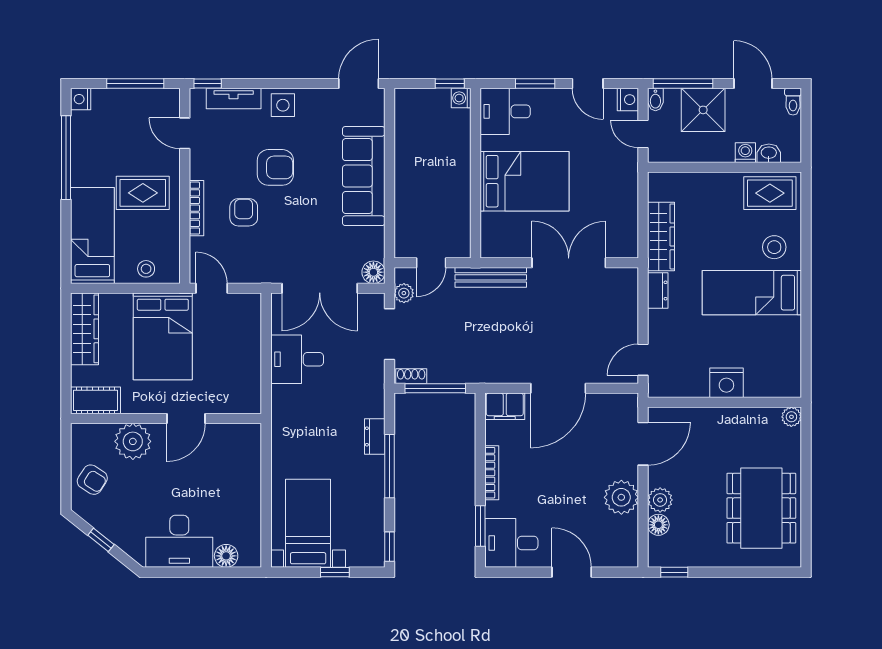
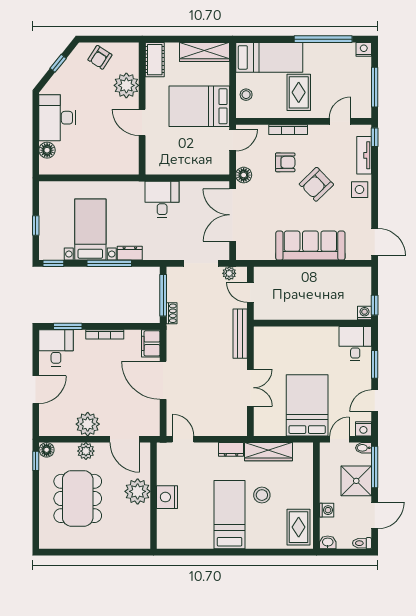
washbasin: (769, 153) -> (328, 542), moved, turned -90
armchair: (275, 167) -> (316, 184), turned 46
bed: (524, 181) -> (307, 405), moved, turned 180
stool: (774, 247) -> (262, 495), moved
double door: (569, 263) -> (250, 388), width x0.73
floor lamp: (373, 272) -> (244, 175), moved
desk: (297, 359) -> (162, 199), moved
shoe rack: (411, 376) -> (172, 313), moved
plant: (791, 417) -> (138, 491), moved, width x1.87, depth x1.87
dining table: (761, 508) -> (78, 498), moved, turned 90
bed with nightstands: (308, 523) -> (90, 230), moved, turned -90
floor lamp: (658, 525) -> (47, 450), moved

